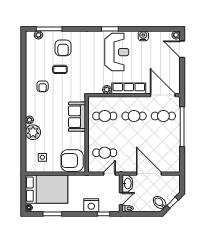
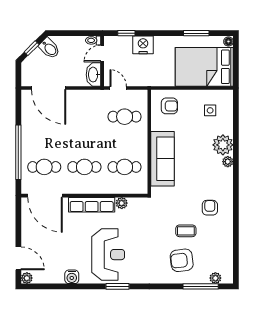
armchair: (63, 48) -> (182, 260), turned -97
reception desk: (117, 52) -> (108, 255), turned 180
sofa: (77, 117) -> (163, 159), width x1.36
armchair: (72, 161) -> (169, 106), width x0.53, depth x0.53
door: (109, 174) -> (118, 88), swing flipped
door: (149, 174) -> (49, 88), moved

